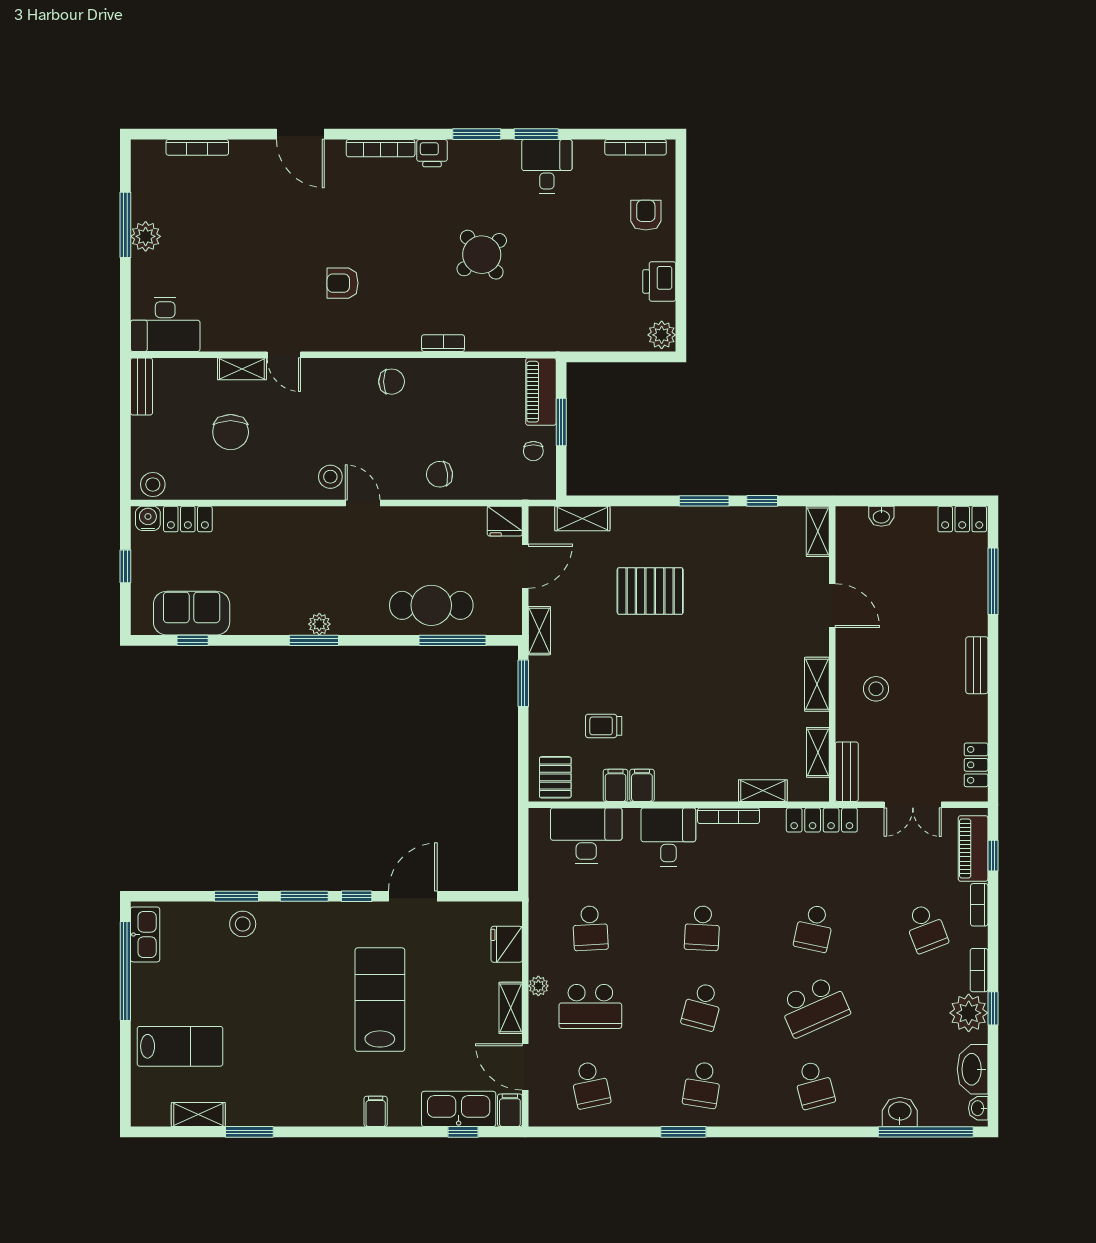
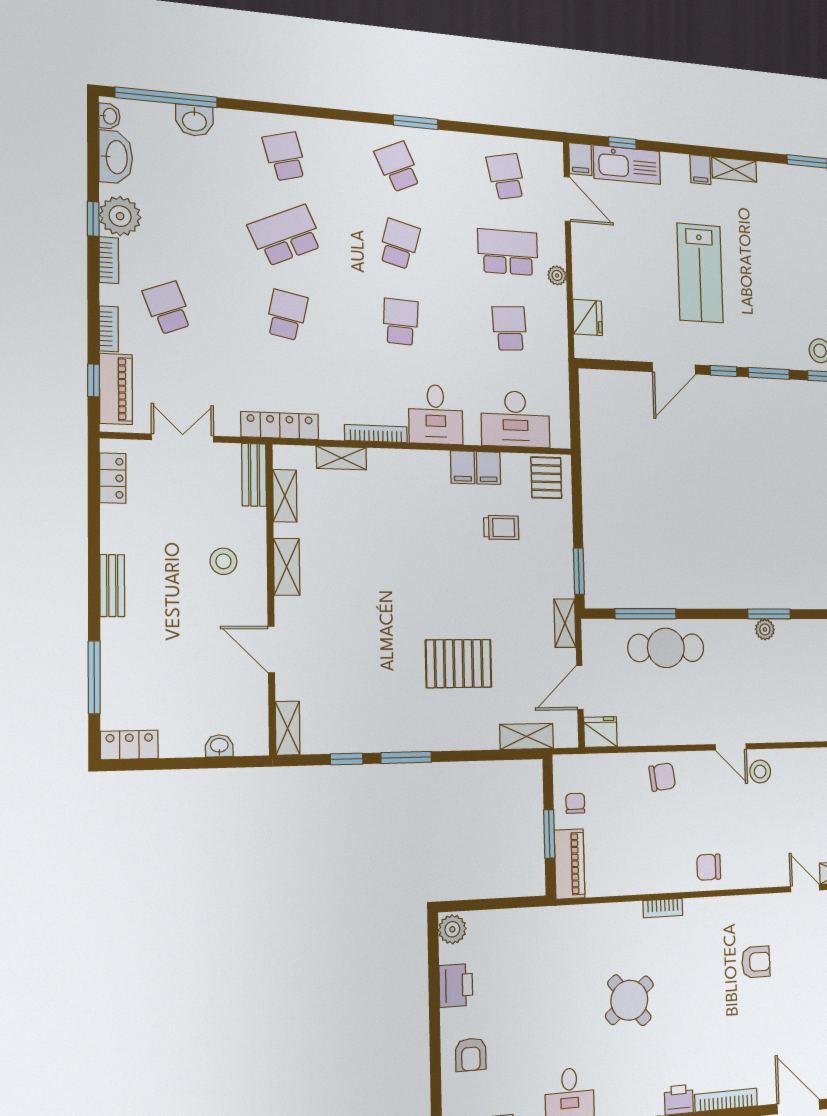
shelving: (511, 1008) -> (734, 169), moved, turned 90
school desk: (702, 1085) -> (398, 167), turned -33

